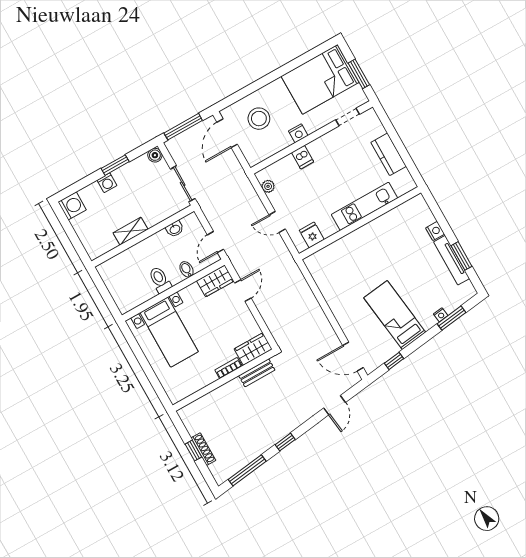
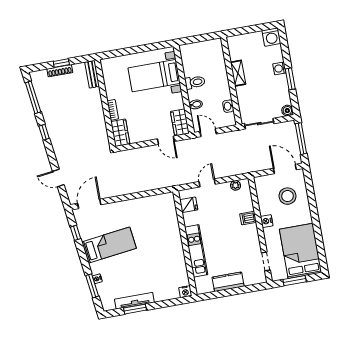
nightstand: (435, 231) -> (185, 292), moved
bench: (257, 373) -> (92, 74), moved

